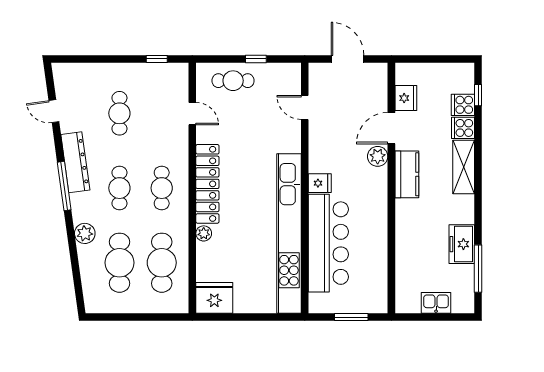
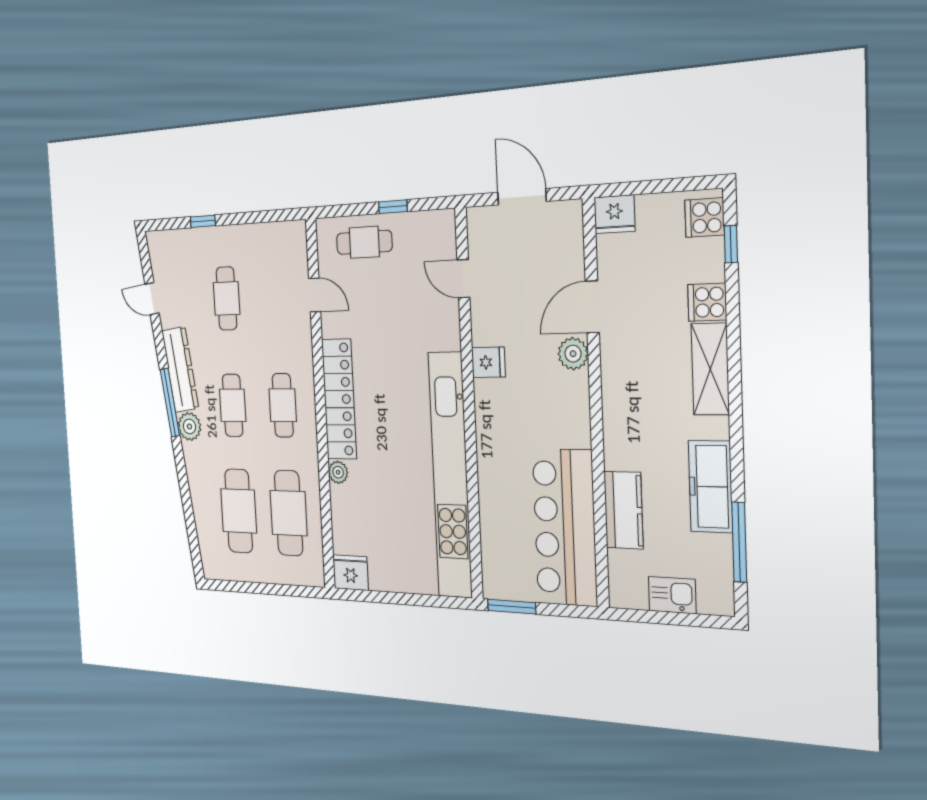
window: (157, 59) -> (203, 221), moved
fridge: (406, 98) -> (614, 214), moved, turned 90
cooker: (463, 105) -> (705, 218), moved
kitchen counter: (407, 174) -> (623, 510), moved
fridge: (320, 183) -> (488, 362), moved
plant: (85, 233) -> (189, 426), moved
bar counter: (328, 243) -> (565, 527), moved, turned 180
freezer: (462, 244) -> (710, 487), width x1.40
fridge: (214, 298) -> (350, 573), width x0.73, depth x0.75
window: (351, 317) -> (512, 607), moved

